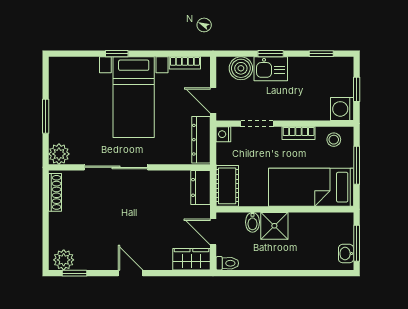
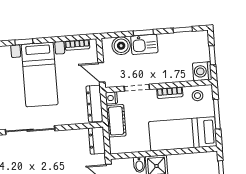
cot: (227, 186) -> (116, 121), moved

